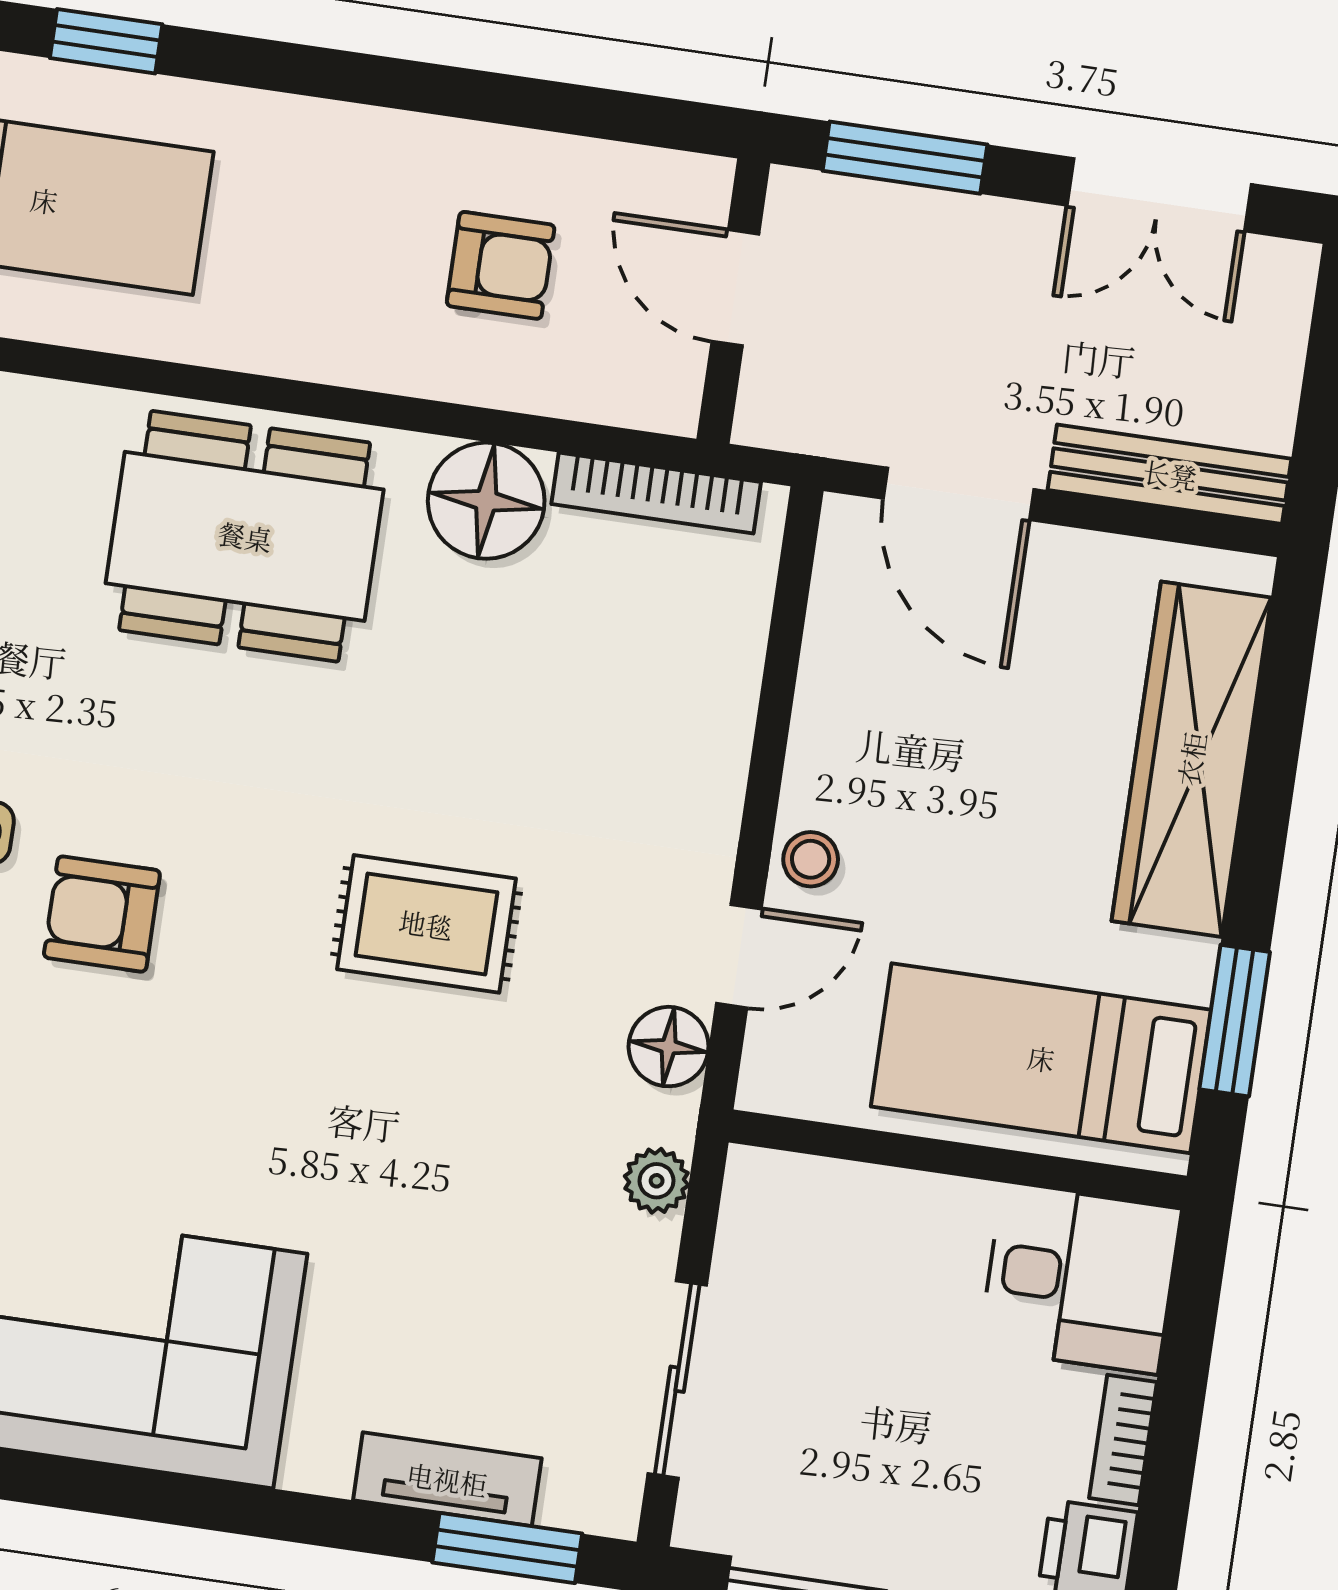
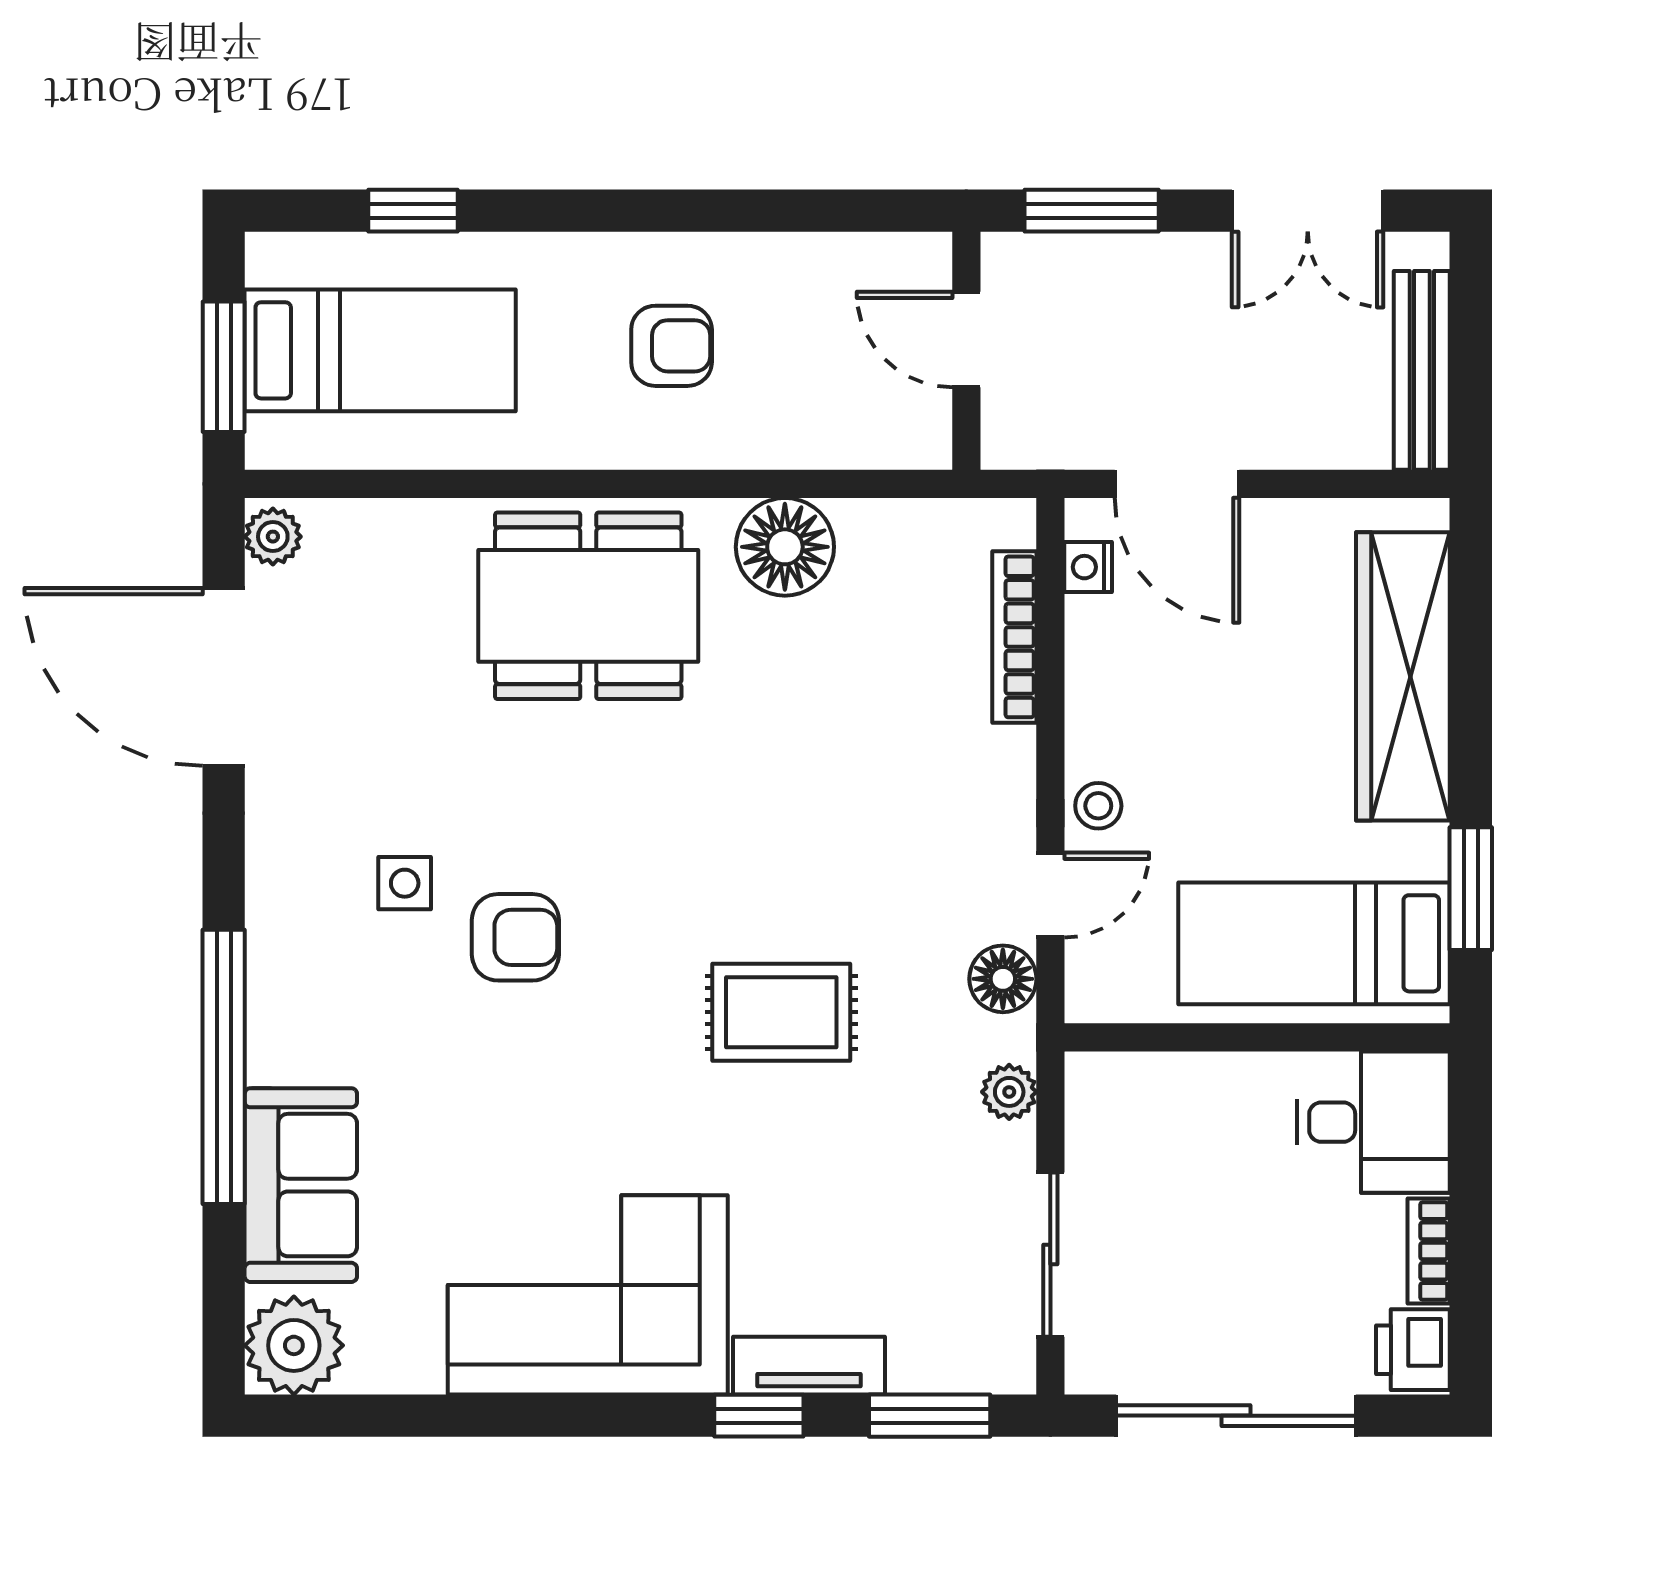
armchair: (501, 265) -> (672, 346), moved
bench: (1170, 474) -> (1422, 370), moved, turned 90
bookcase: (656, 493) -> (1014, 637), moved, turned 90
nightstand: (840, 577) -> (1088, 567), added
armchair: (102, 914) -> (515, 937), turned 180
rug: (426, 924) -> (781, 1012), moved
tv unit: (447, 1479) -> (809, 1366), moved
window: (306, 1519) -> (759, 1416), added

